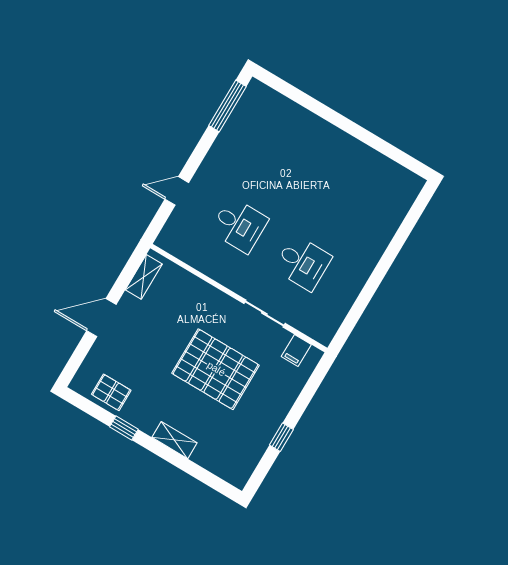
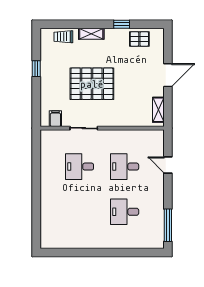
desk: (277, 161) -> (125, 212), added
door: (177, 191) -> (168, 165), swing flipped
trolley: (216, 459) -> (63, 37), added

